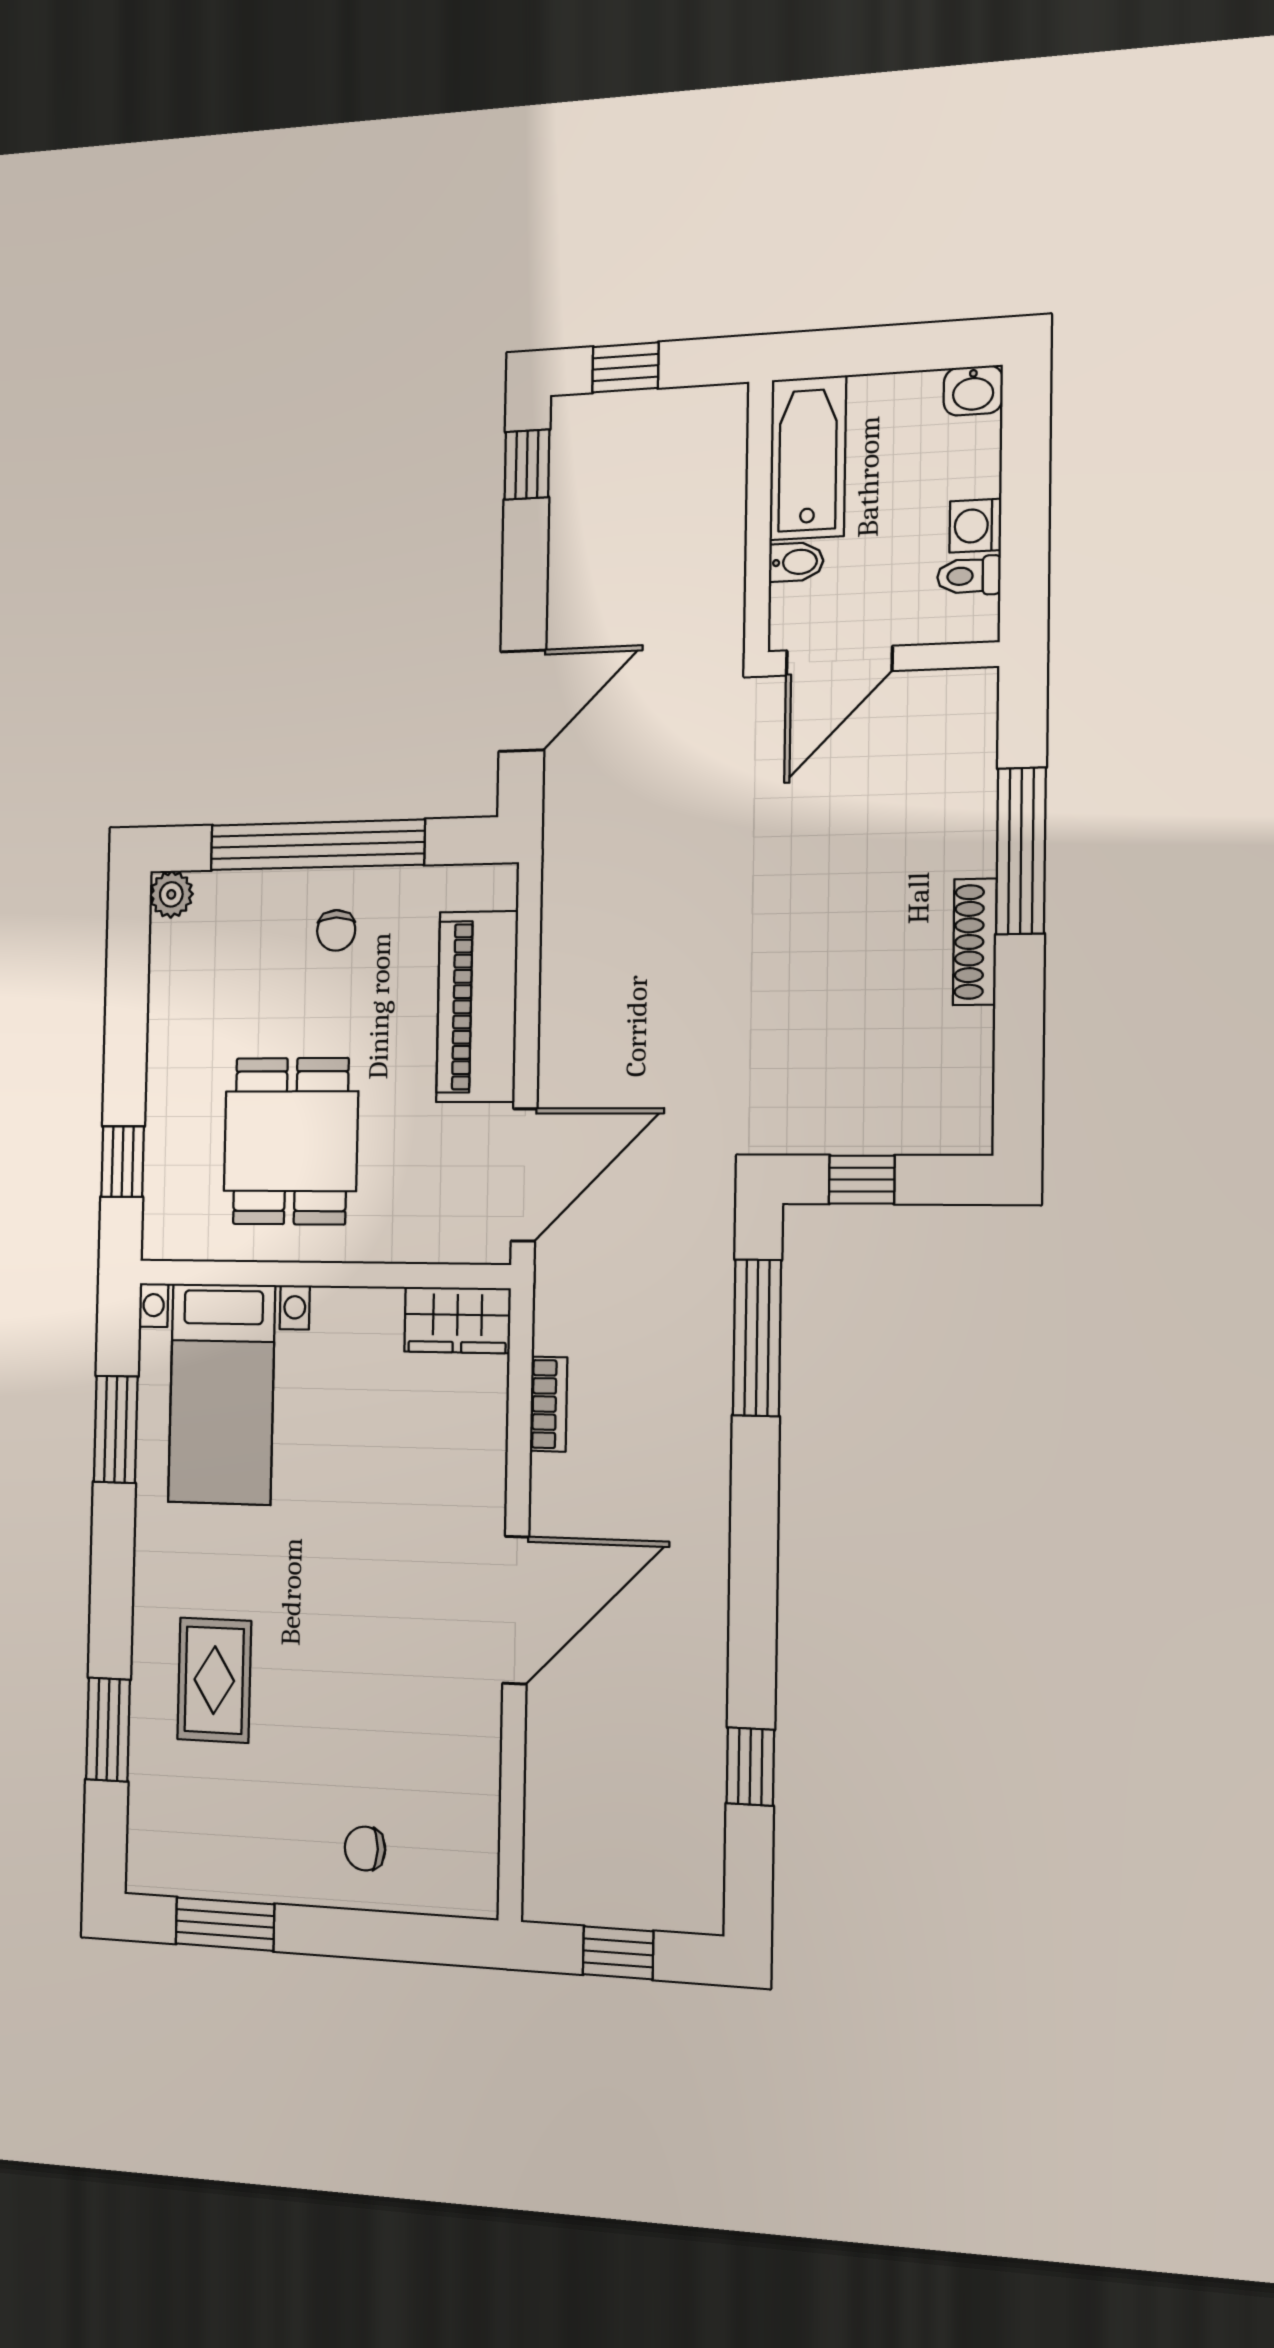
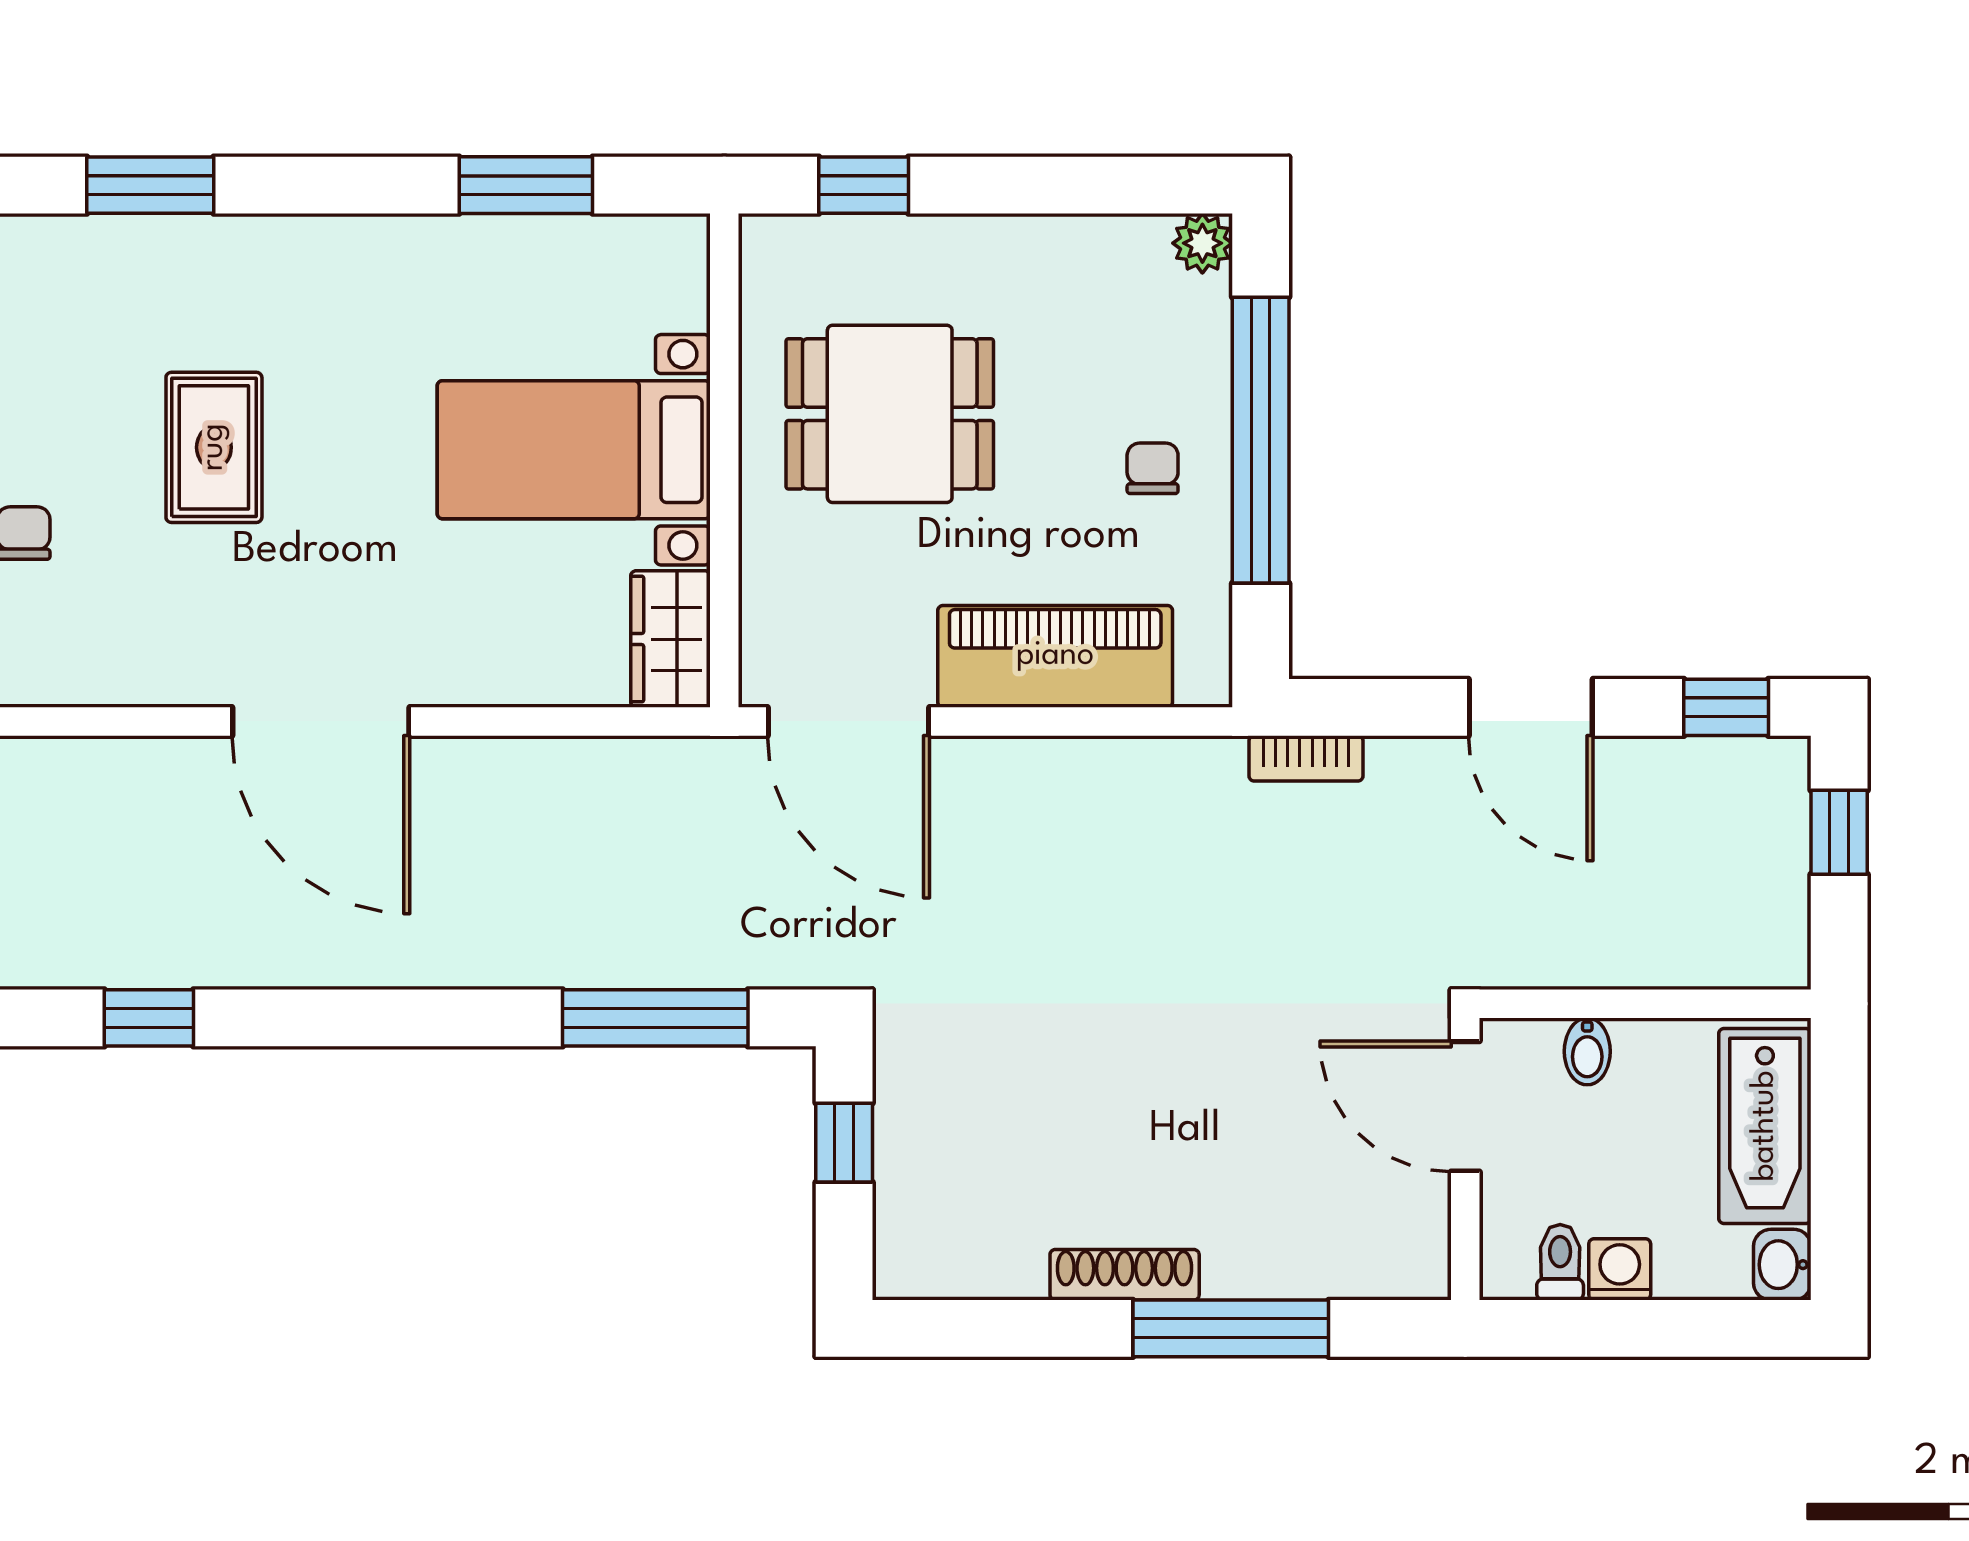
bathtub: (808, 458) -> (1765, 1126), moved, turned 90
door: (522, 701) -> (1531, 707), moved
chair: (336, 930) -> (1153, 468), turned 90
bed with nightstands: (222, 1394) -> (574, 450), moved
bookcase: (549, 1404) -> (1306, 758), moved
rug: (214, 1680) -> (214, 447), moved, turned 90

